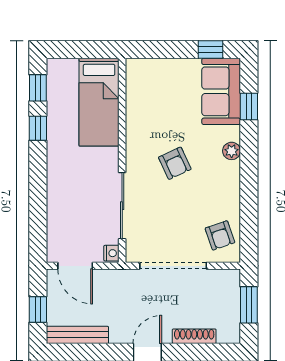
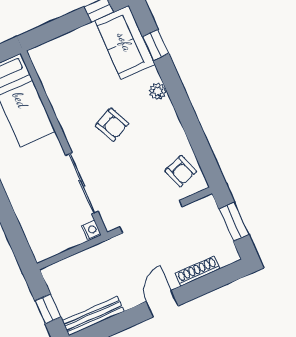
door: (75, 266) -> (64, 255), removed

